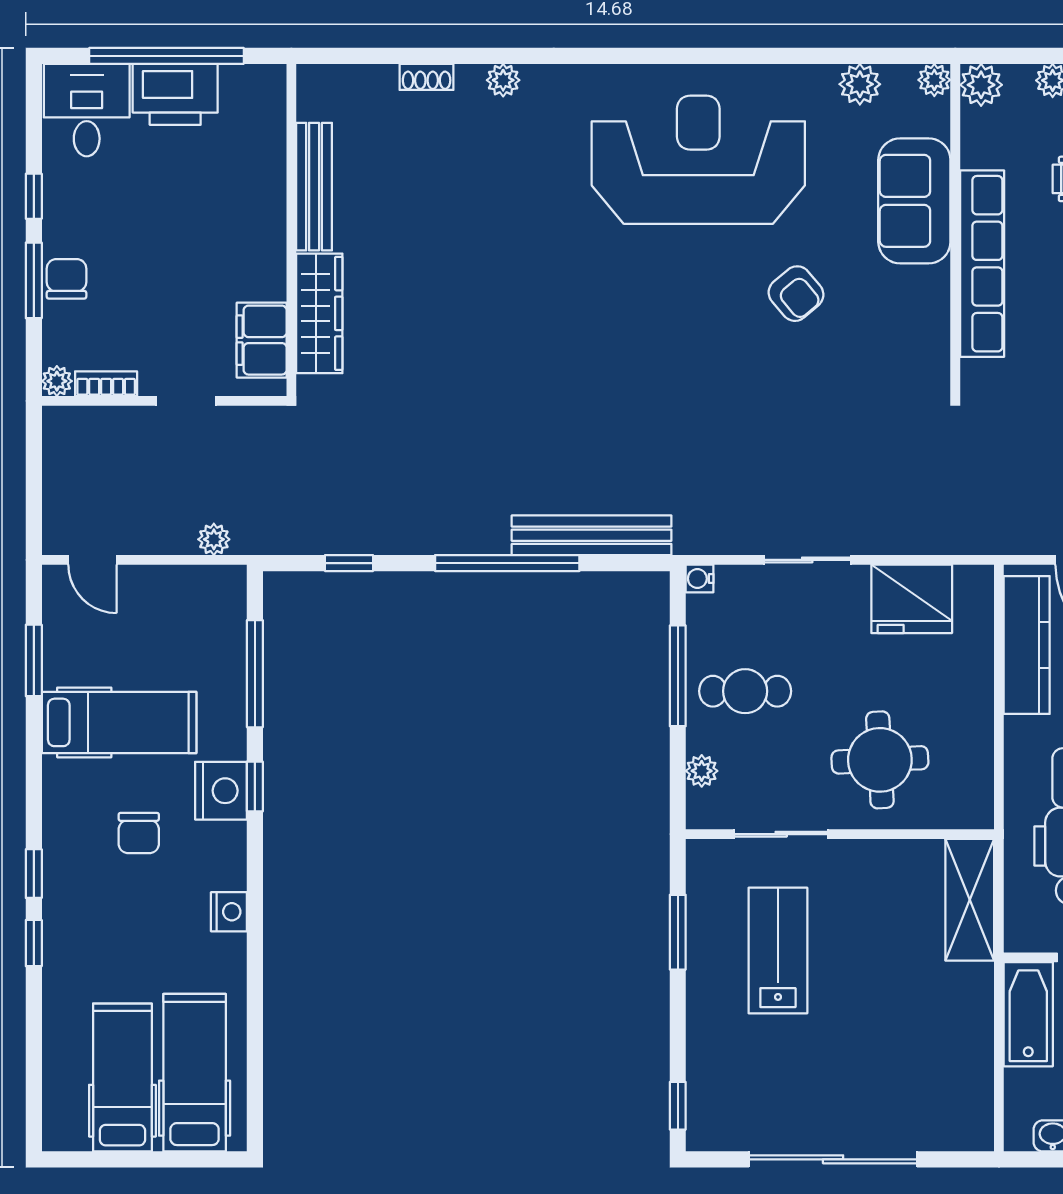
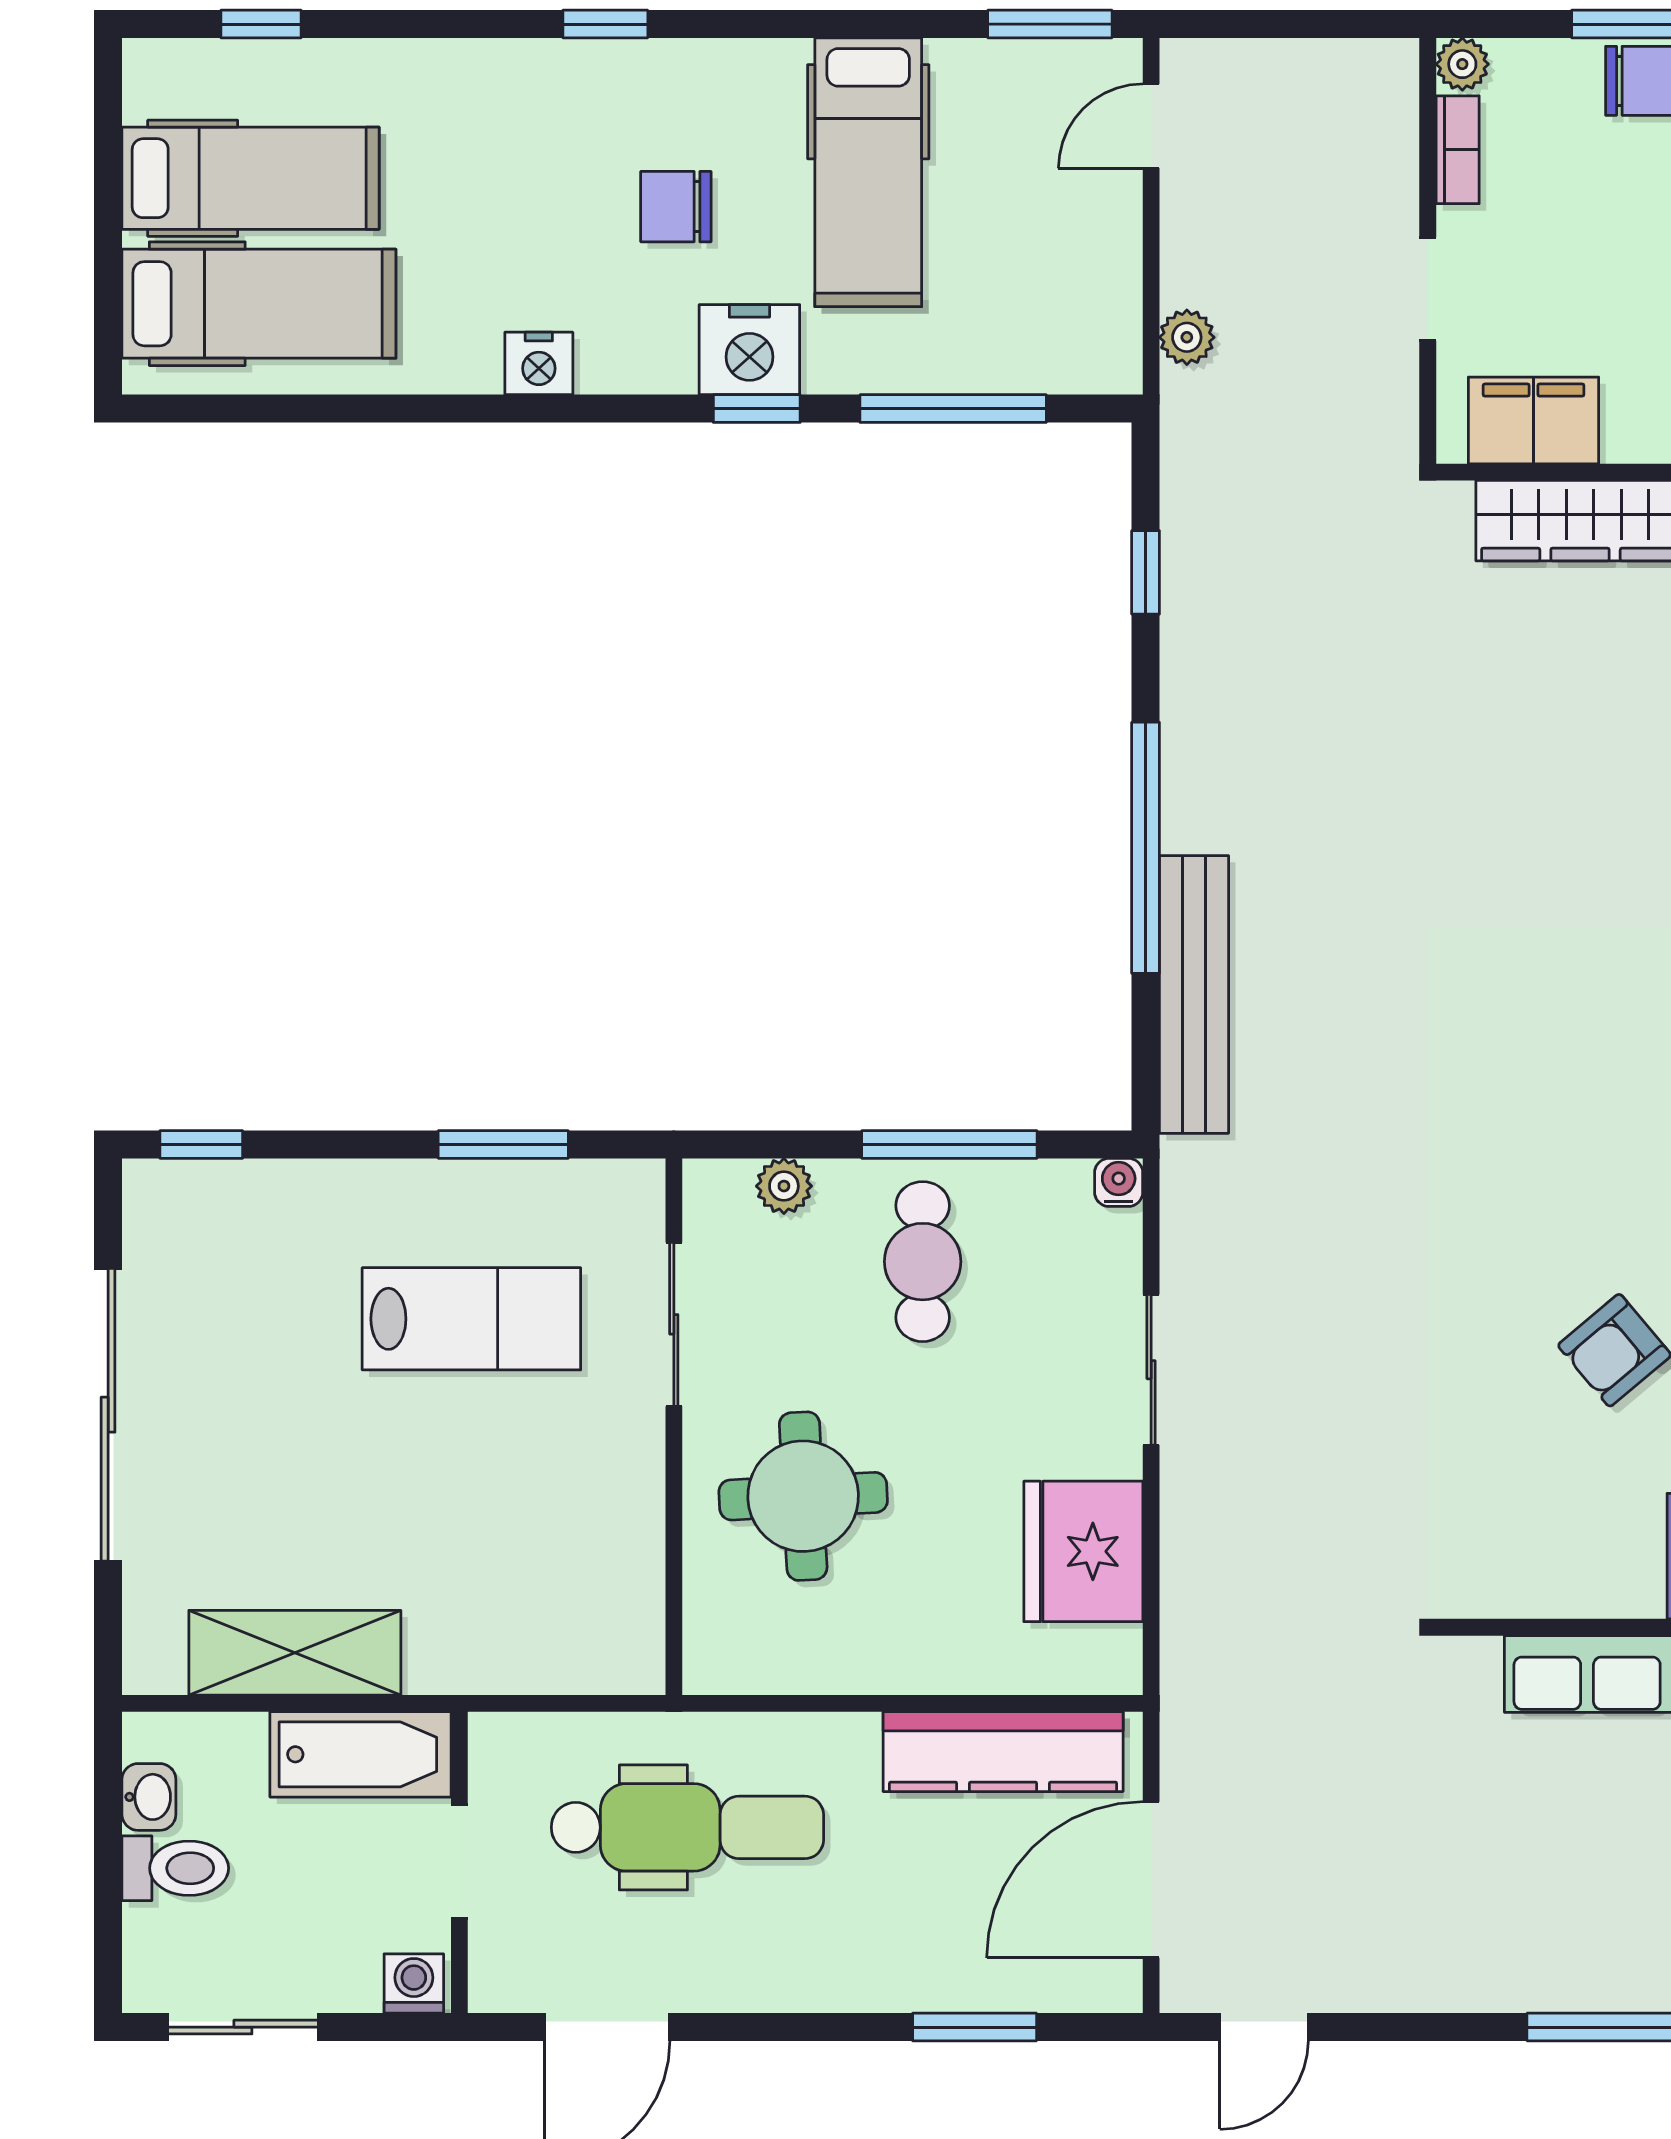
window: (34, 660) -> (1050, 24), moved
shelving: (970, 900) -> (295, 1653), moved
window: (34, 943) -> (261, 24), moved

